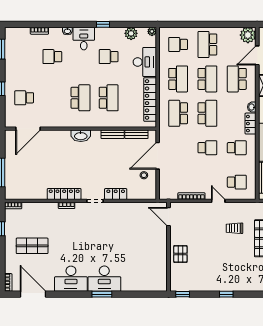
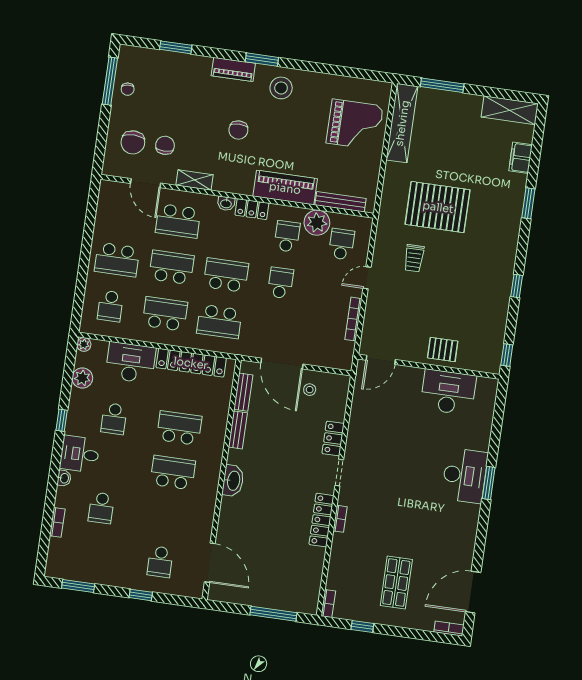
plant: (248, 35) -> (317, 223), moved
desk: (71, 279) -> (448, 392), moved, turned -90

